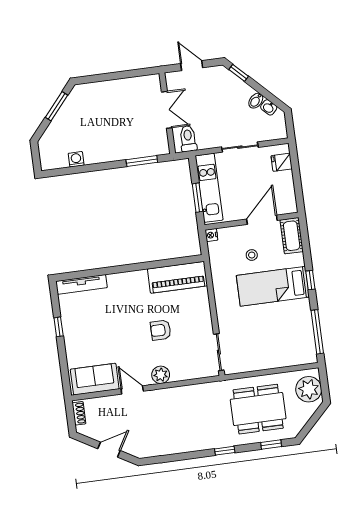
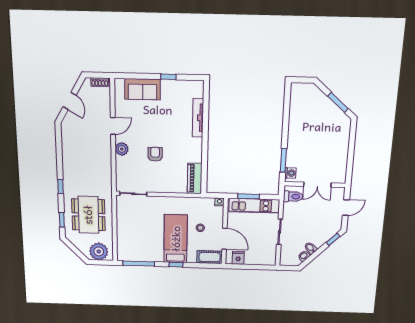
washing machine: (76, 159) -> (290, 173), moved
fridge: (282, 162) -> (238, 258), moved
piano: (177, 277) -> (195, 178), width x0.73, depth x0.75
tv unit: (81, 284) -> (198, 118), moved
sofa: (95, 379) -> (143, 89), moved, turned 90

